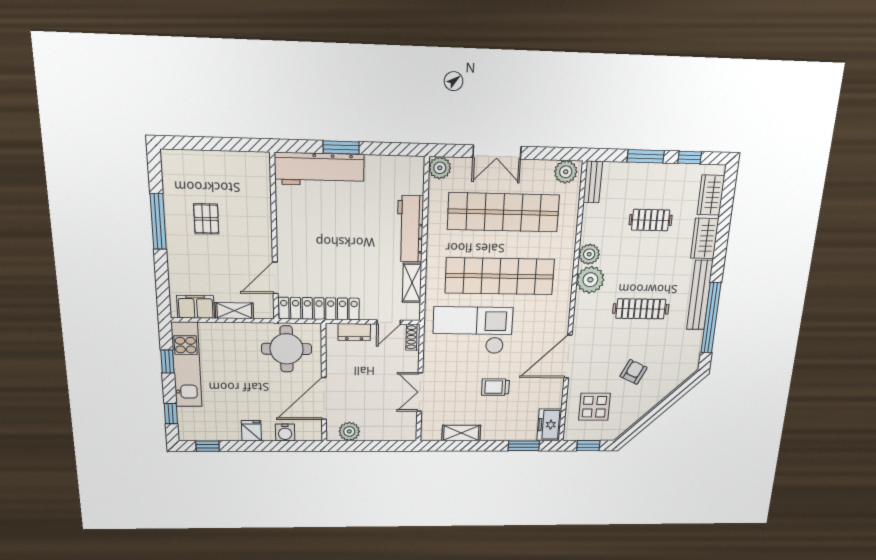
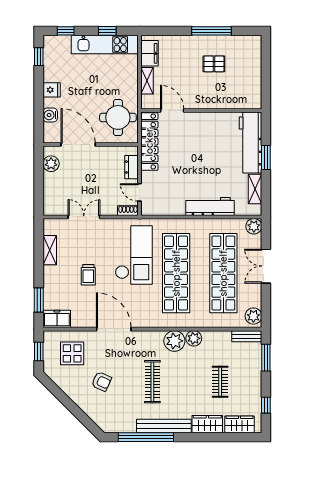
window: (646, 156) -> (266, 358), moved
shelving: (412, 283) -> (255, 189), moved, turned 90
trolley: (495, 387) -> (88, 275), turned 180

